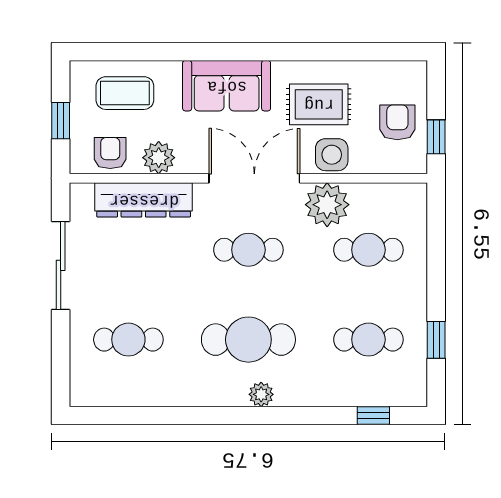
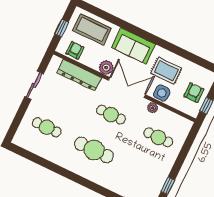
coffee table: (125, 93) -> (92, 29), width x1.36, depth x1.32
plant: (159, 158) -> (106, 68), moved
plant: (327, 205) -> (153, 108), width x0.53, depth x0.53
sliding door: (61, 265) -> (34, 85), width x0.73
cafe table: (368, 340) -> (141, 173), removed
plant: (261, 394) -> (89, 174), removed

